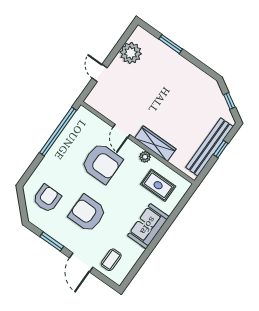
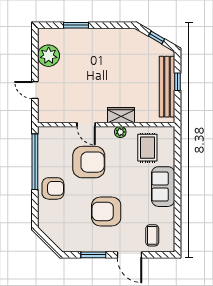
wardrobe: (155, 144) -> (121, 115), width x0.67
rug: (158, 185) -> (147, 148), turned 90
armchair: (47, 198) -> (53, 188), moved, turned 90

